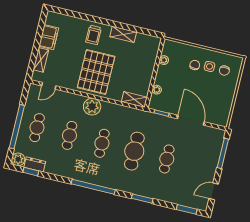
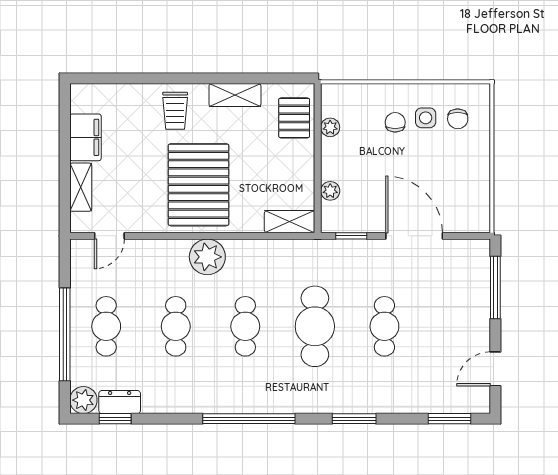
pallet: (148, 52) -> (294, 118), added

